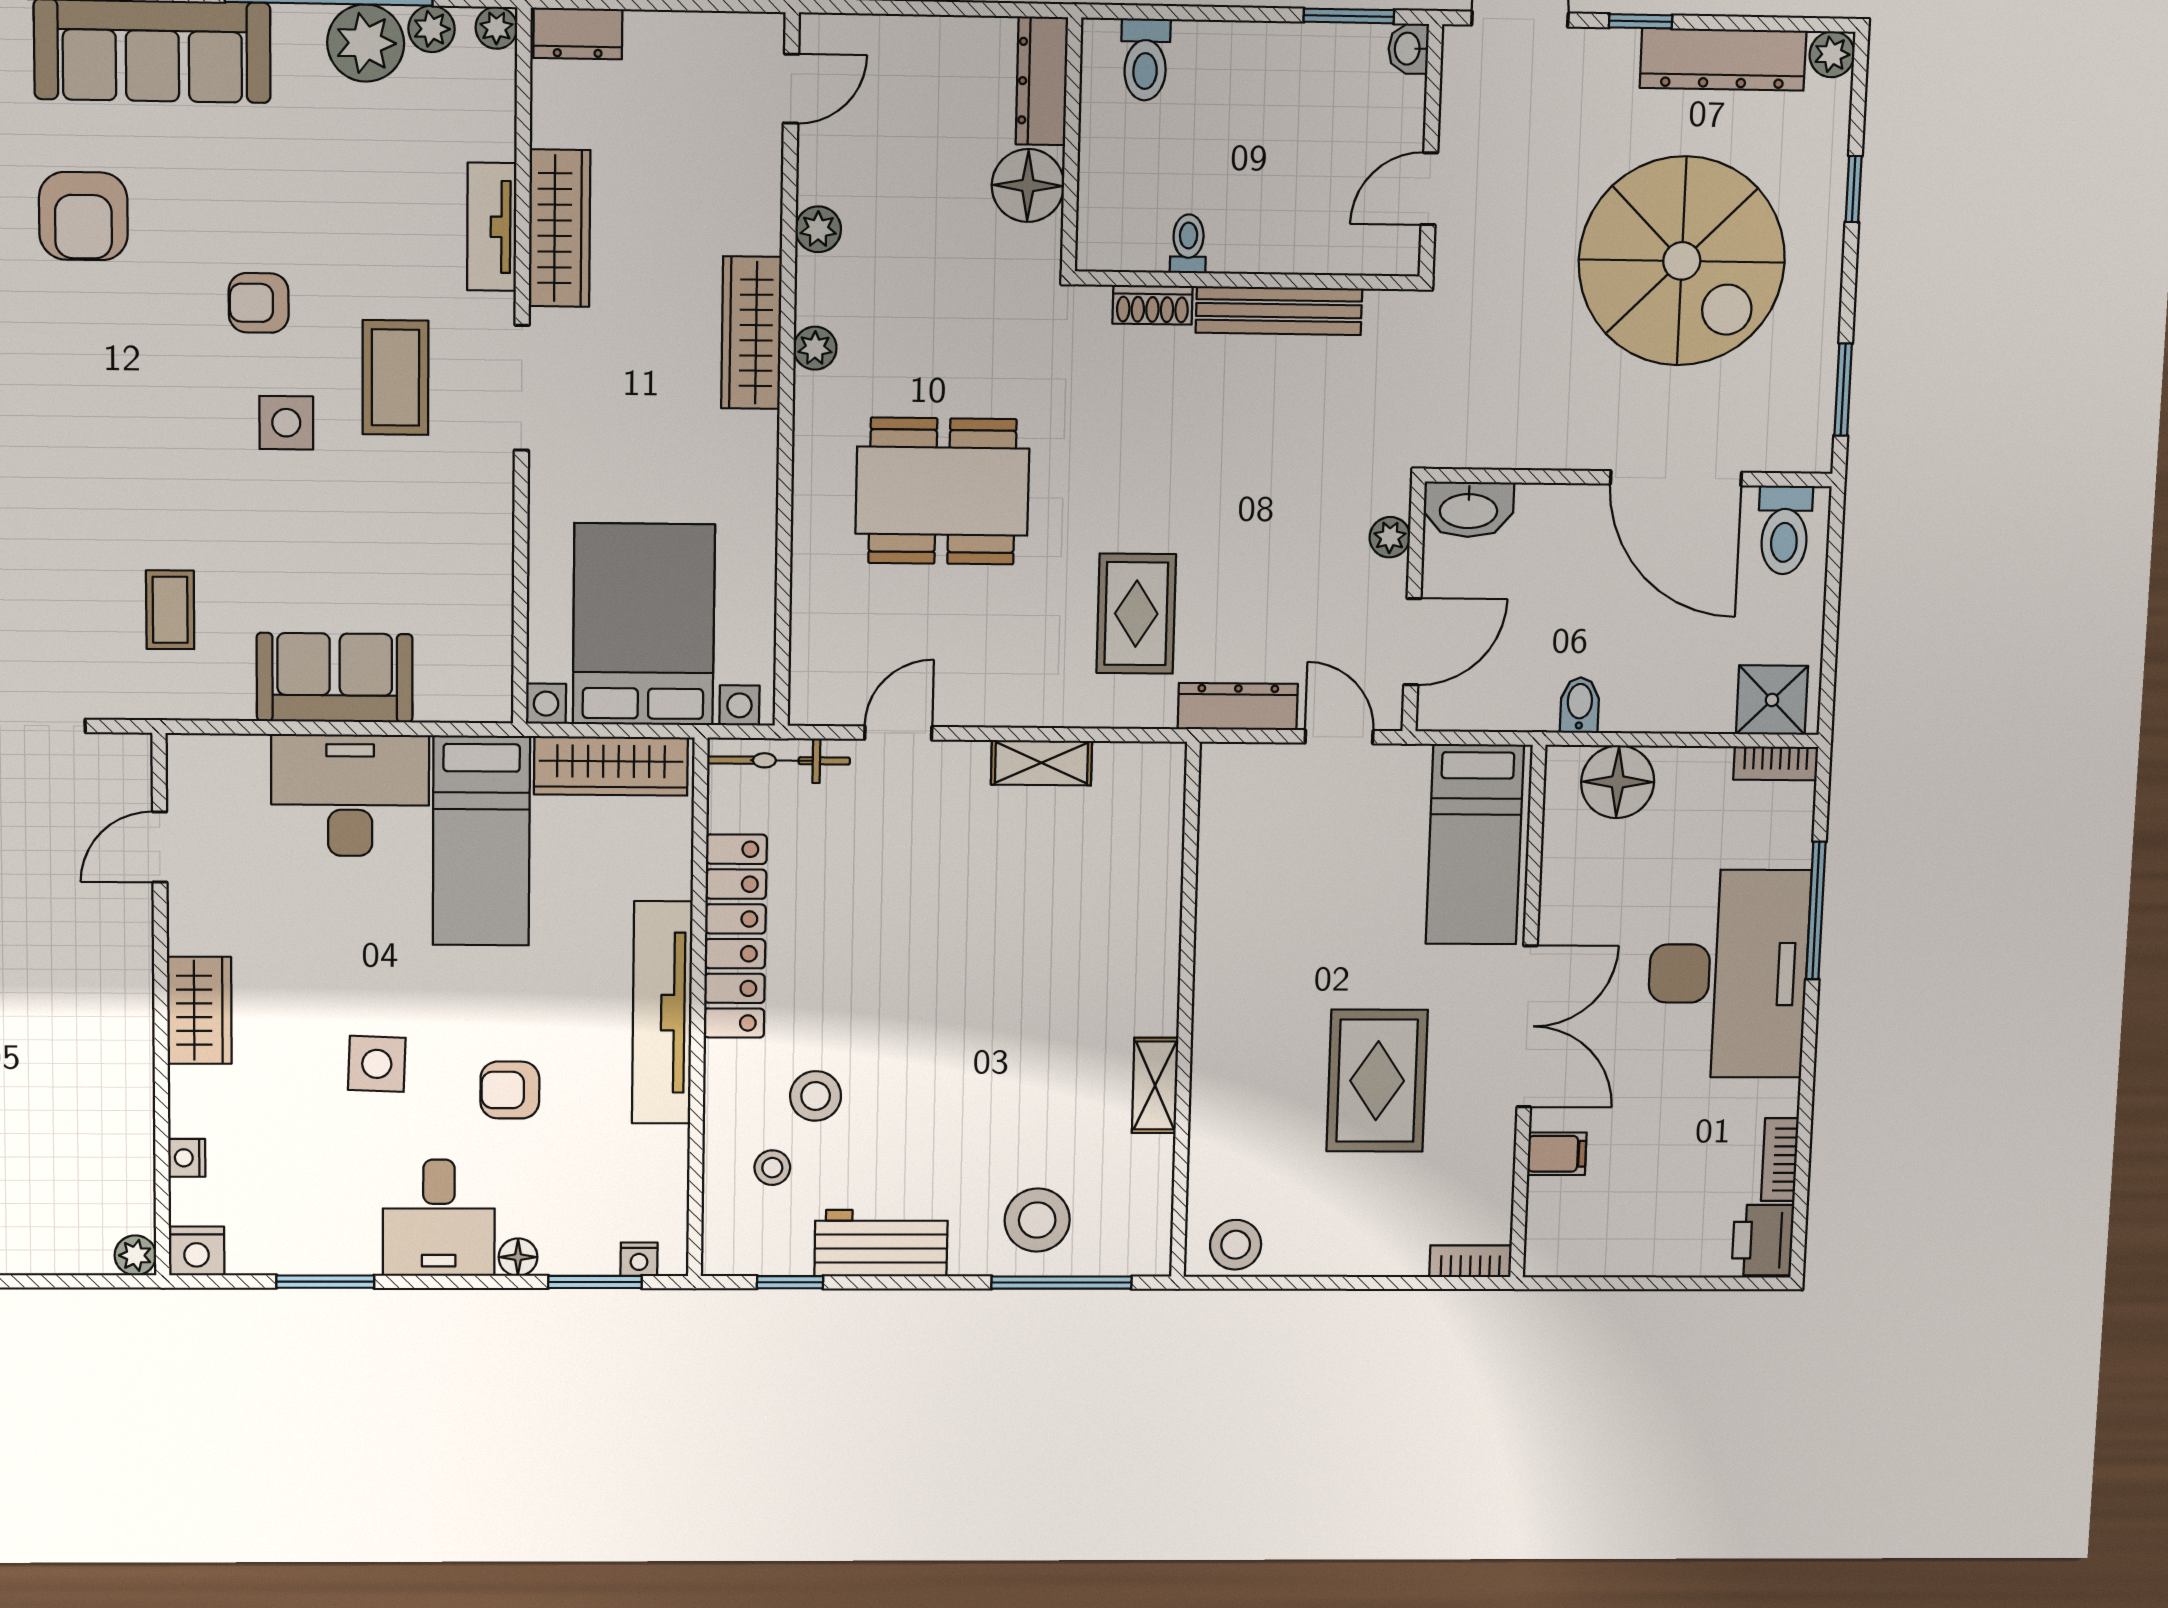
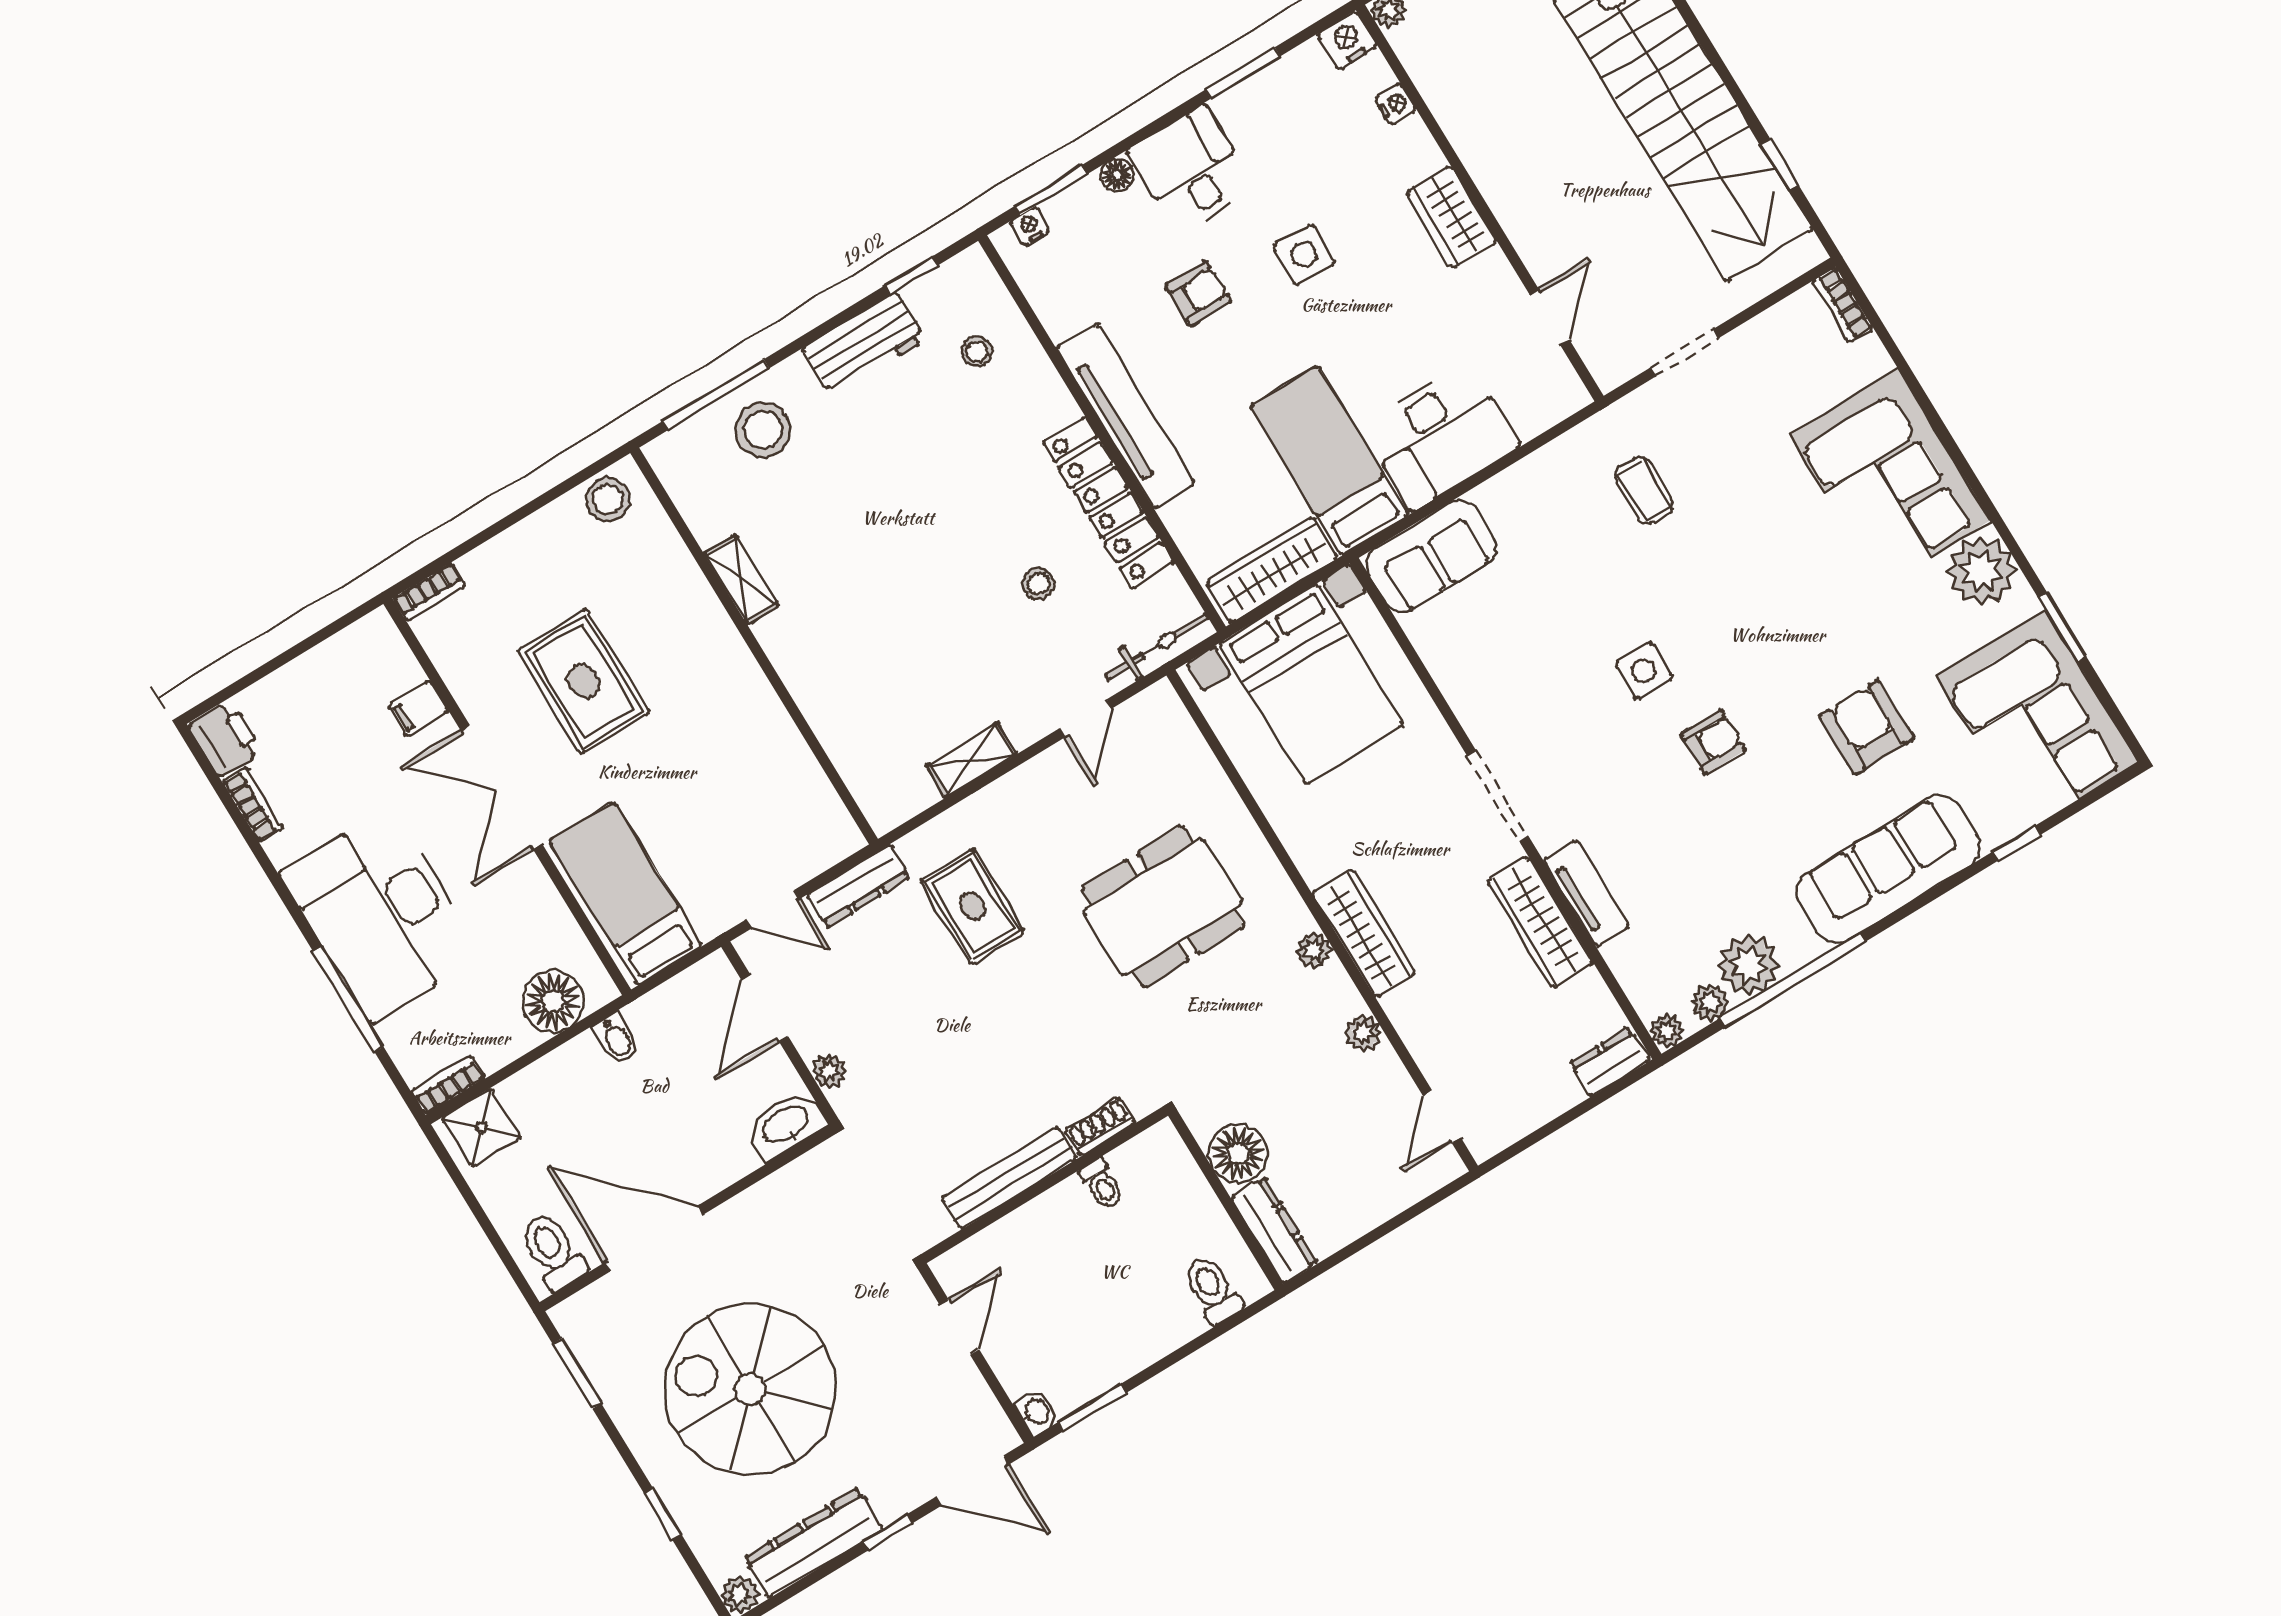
coffee table: (395, 377) -> (1588, 749), removed
sofa: (335, 678) -> (1432, 556), moved
stool: (816, 1096) -> (1039, 584), moved, width x0.73, depth x0.73

